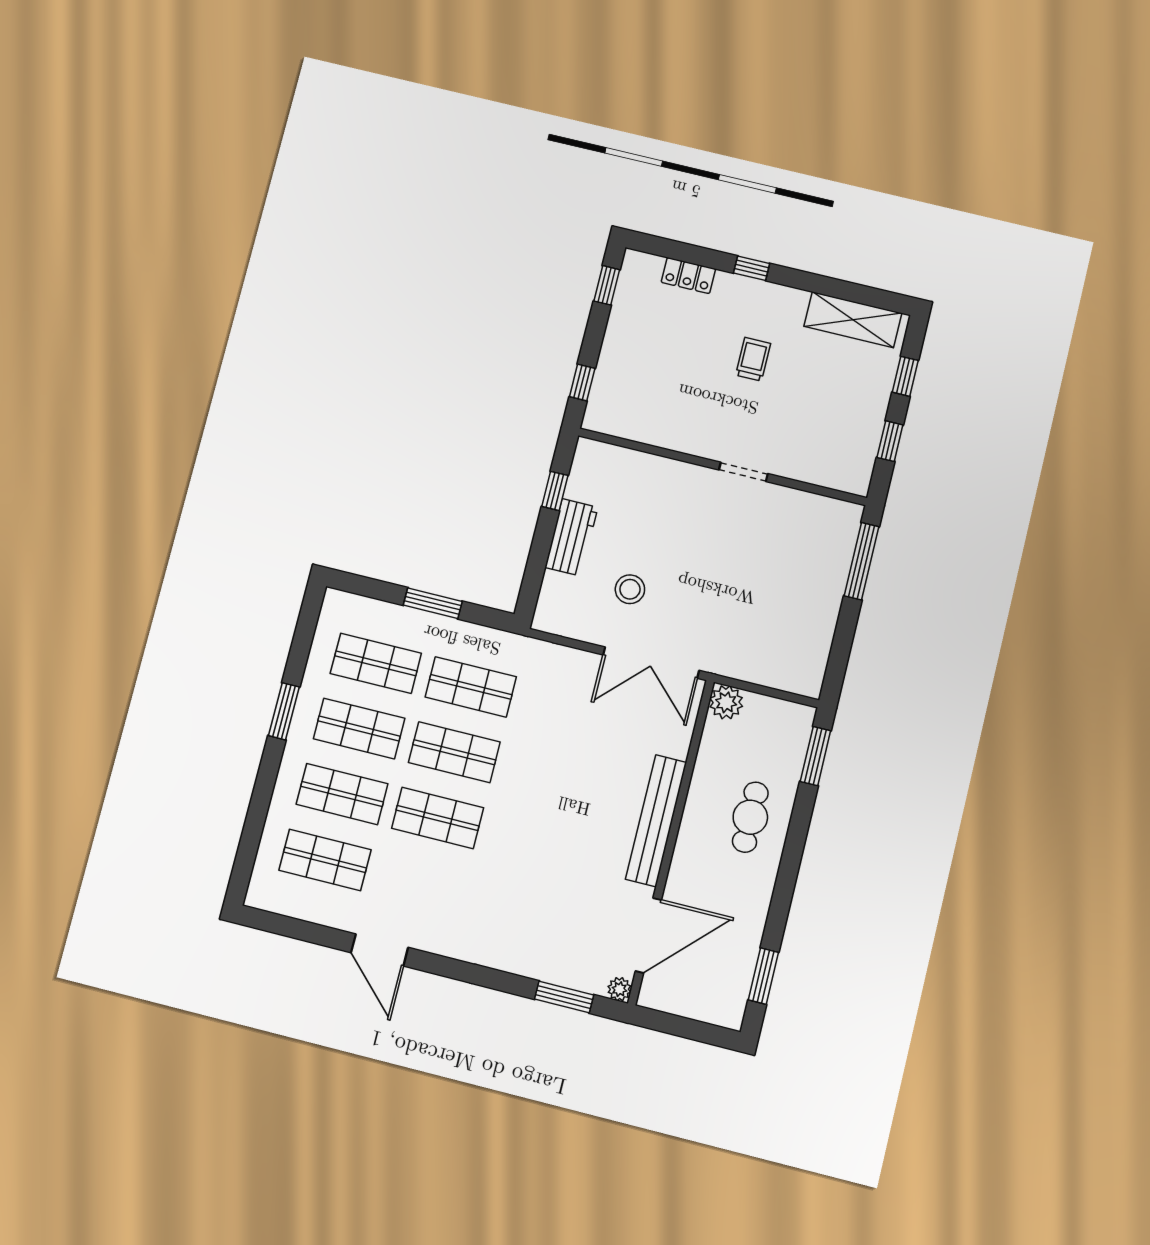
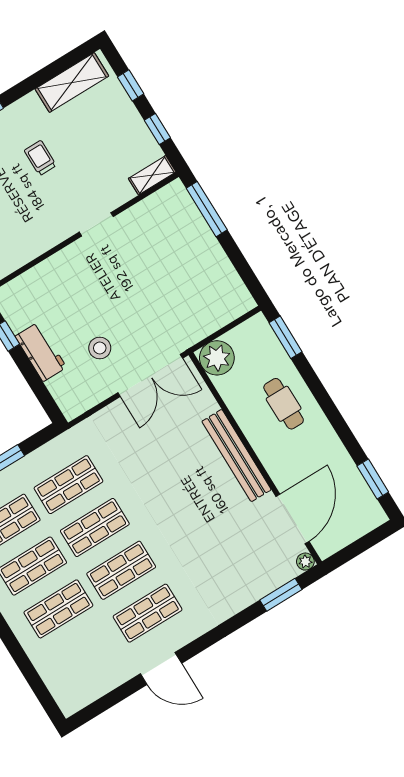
shelving: (842, 479) -> (152, 175), added
plant: (726, 702) -> (217, 358), width x1.36, depth x1.36
shop shelf: (325, 860) -> (148, 613), moved

